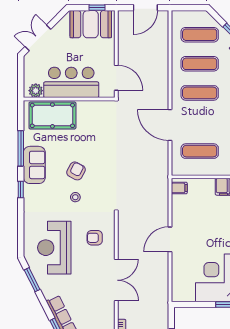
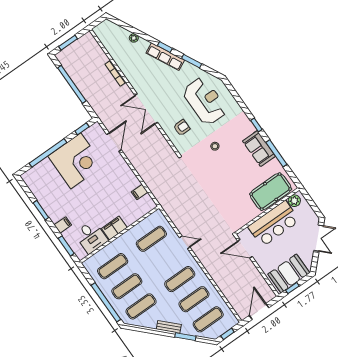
window: (191, 8) -> (227, 334), added
door: (170, 125) -> (185, 242), width x0.53
armchair: (76, 171) -> (227, 165), removed
filing cabinet: (179, 188) -> (140, 192), moved
door: (170, 239) -> (114, 142), moved
window: (32, 280) -> (192, 61), moved
window: (192, 304) -> (82, 129), added

